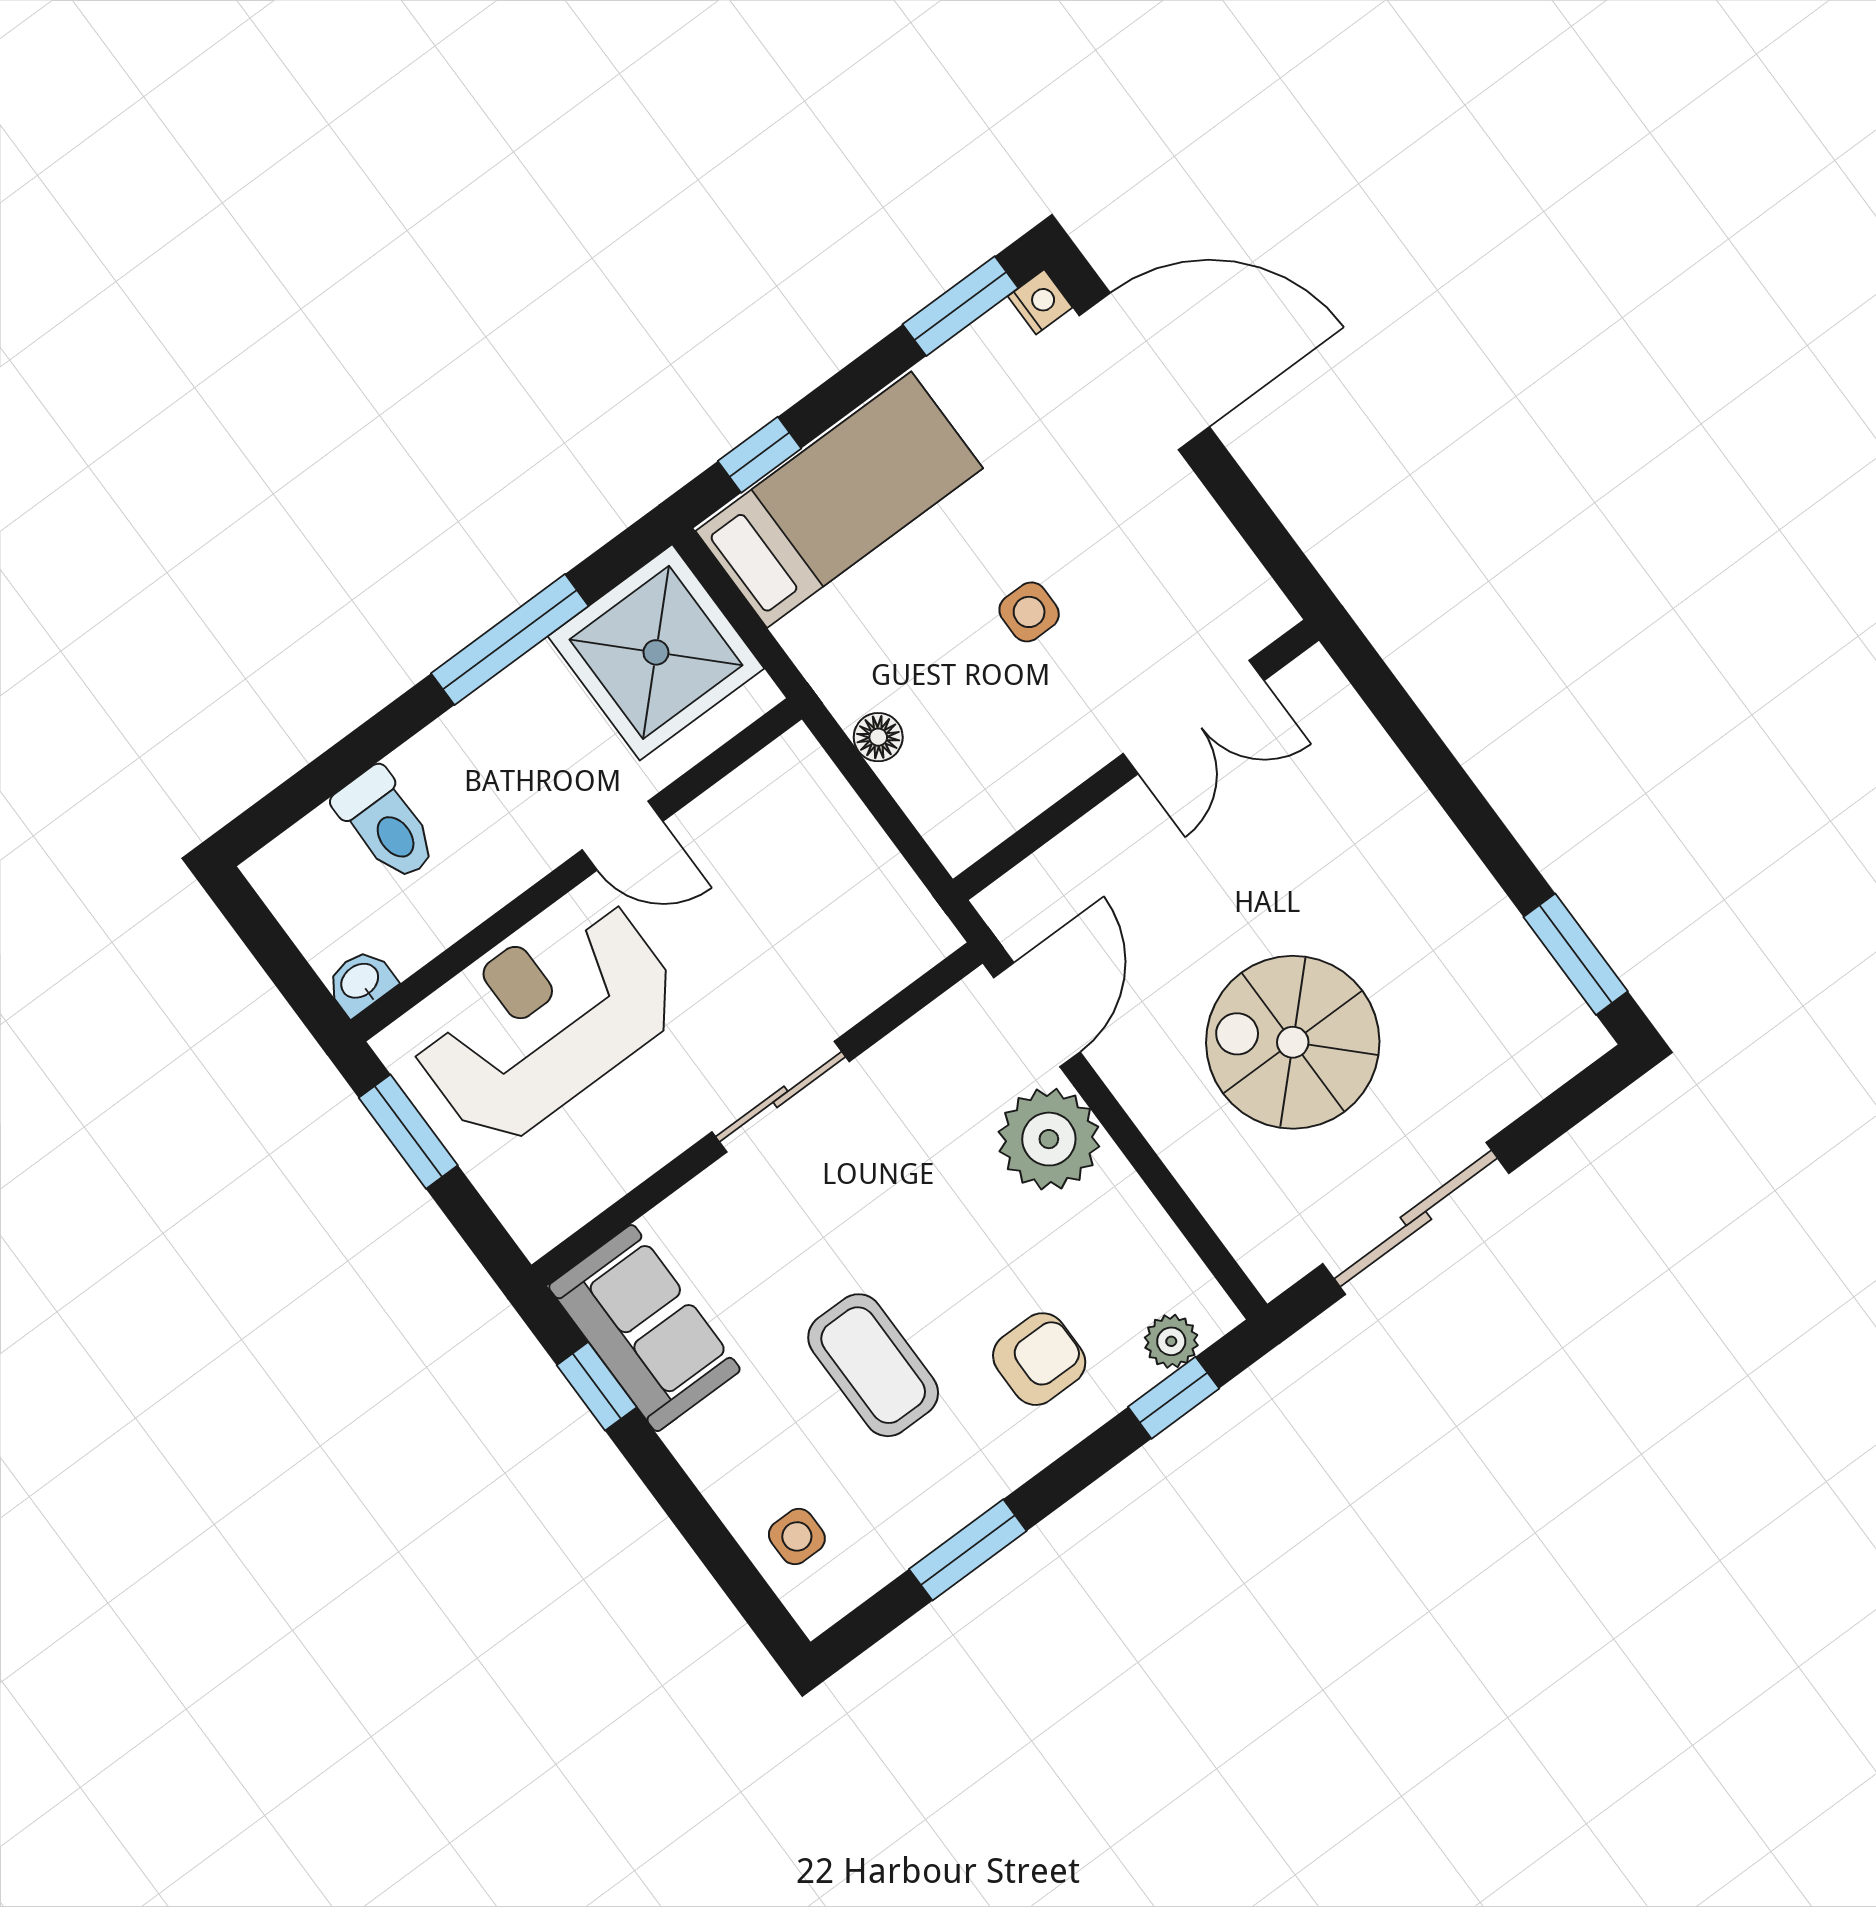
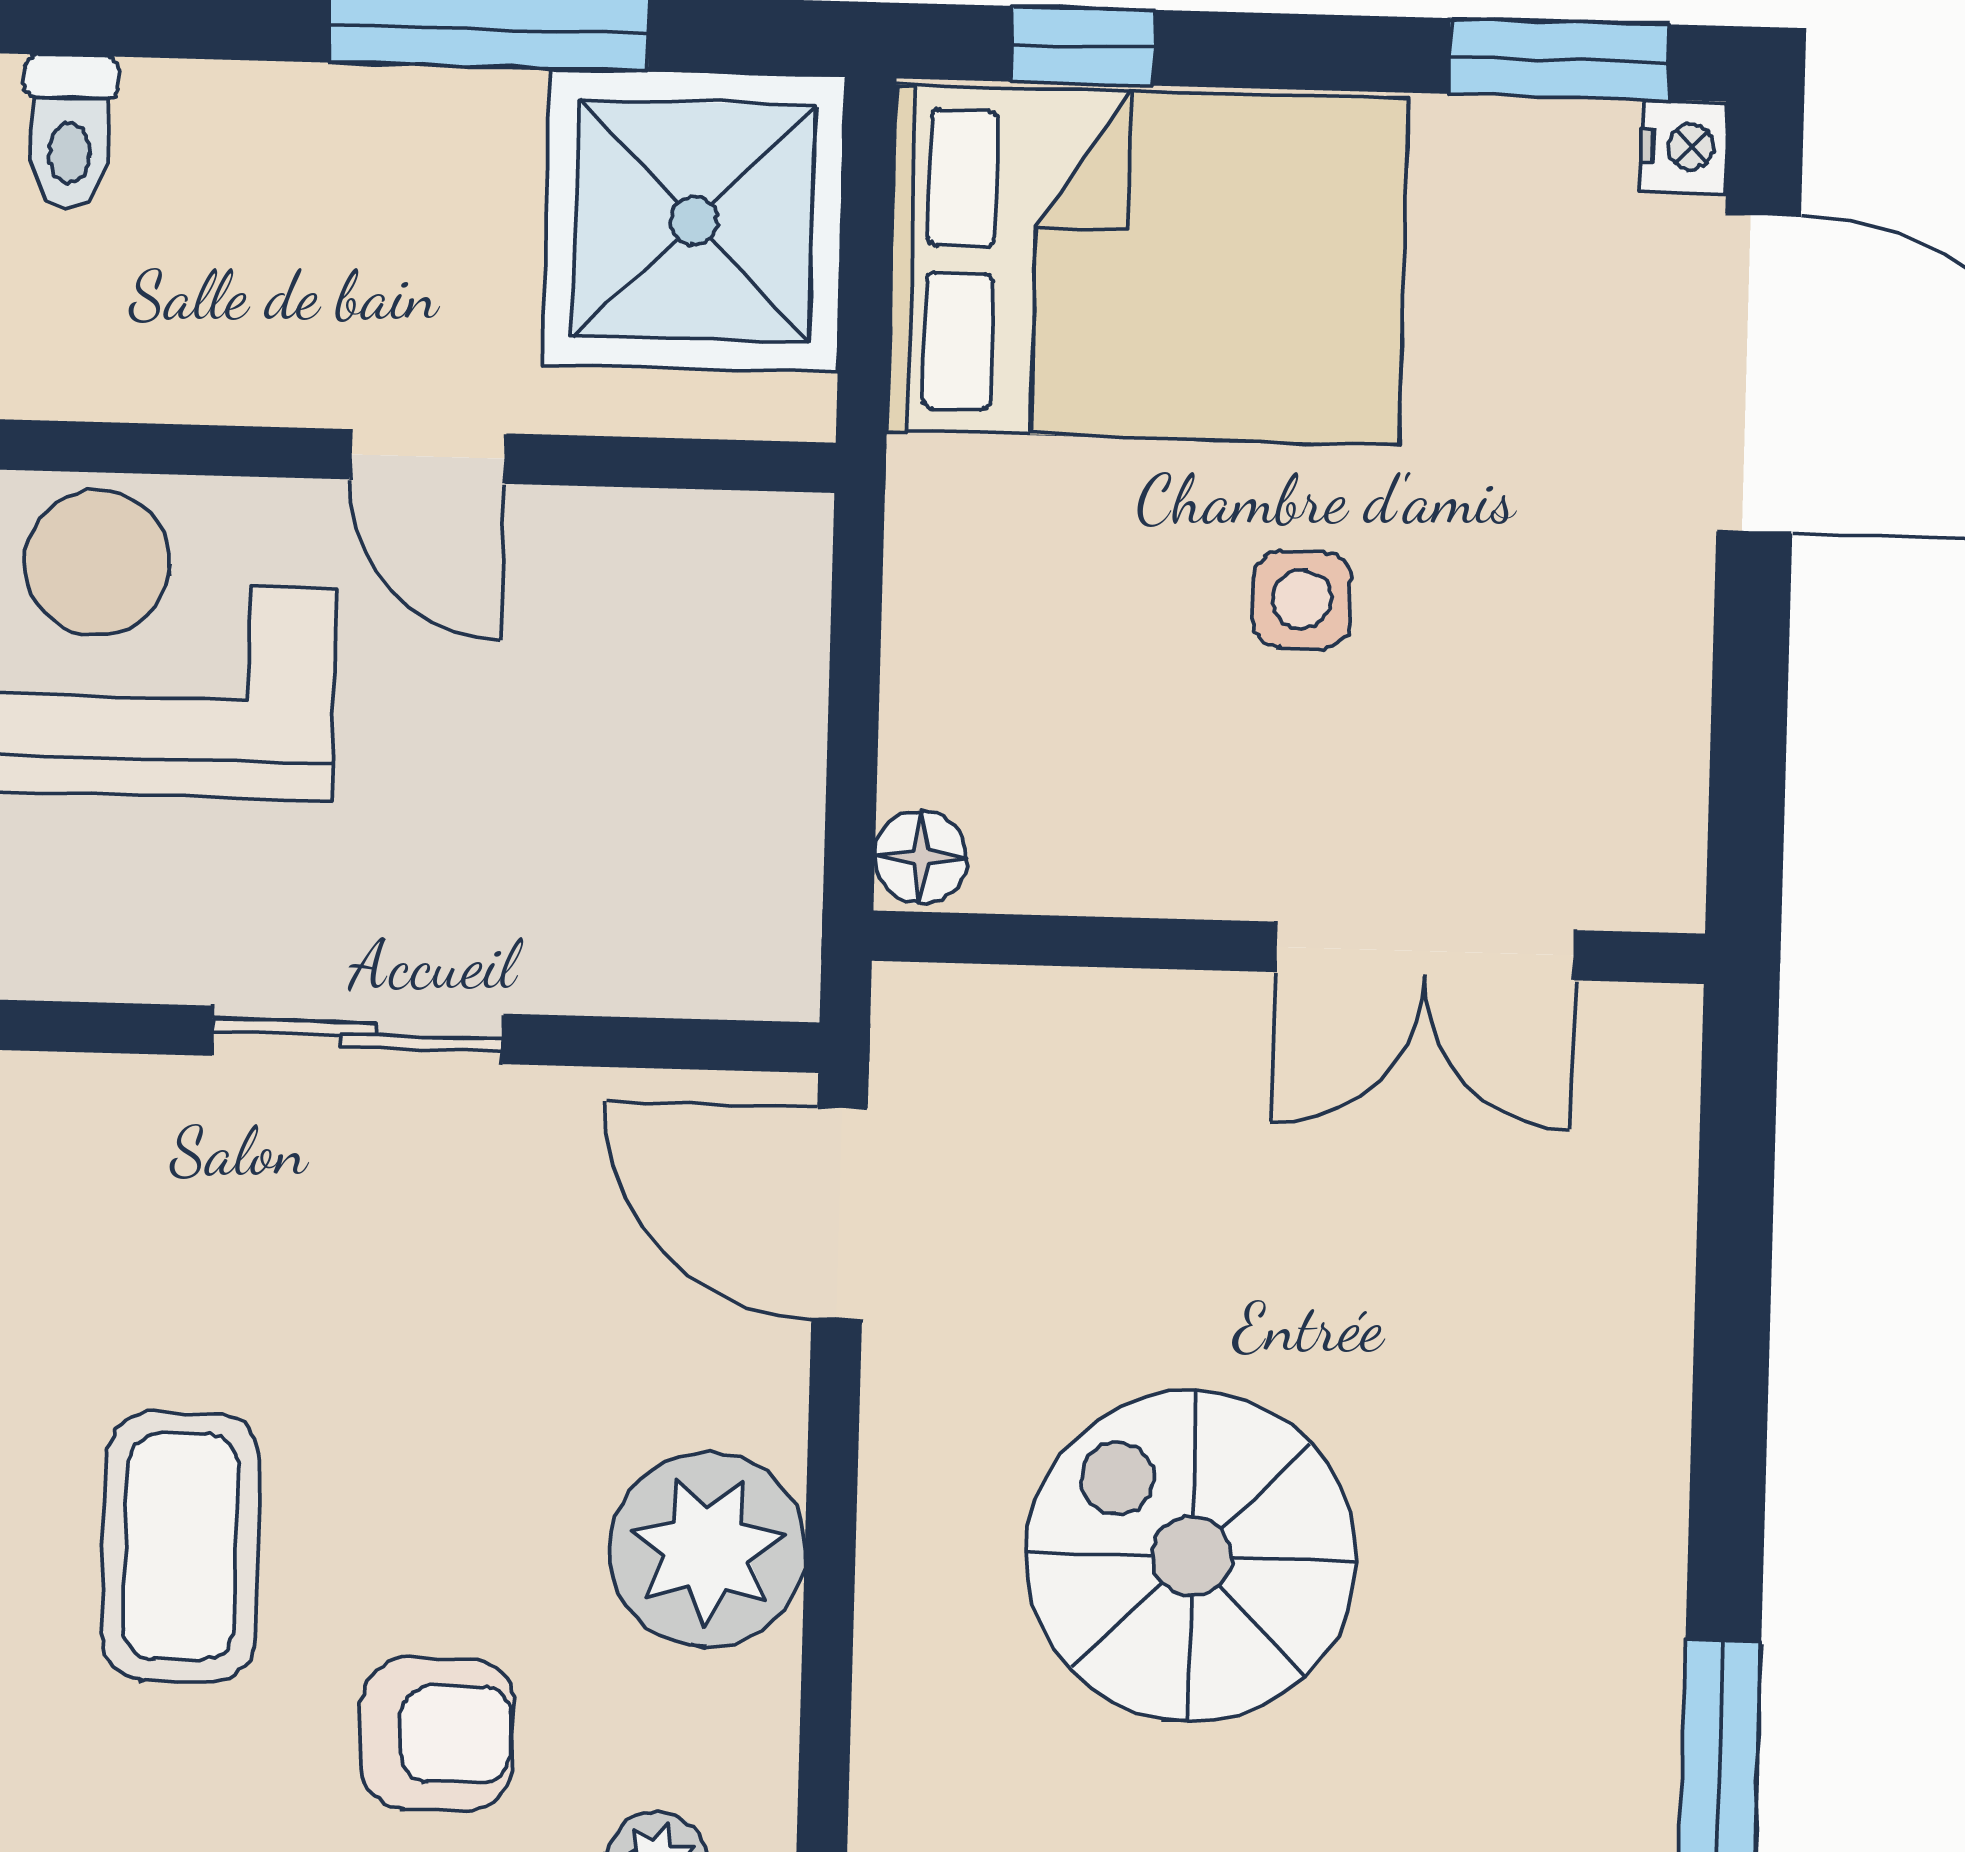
bed: (839, 500) -> (1148, 265), width x1.50
floor lamp: (878, 737) -> (921, 857), moved
toilet: (386, 824) -> (70, 132), width x0.73, depth x0.72
door: (1037, 1015) -> (840, 1214), swing flipped
plant: (1049, 1139) -> (707, 1550), moved

